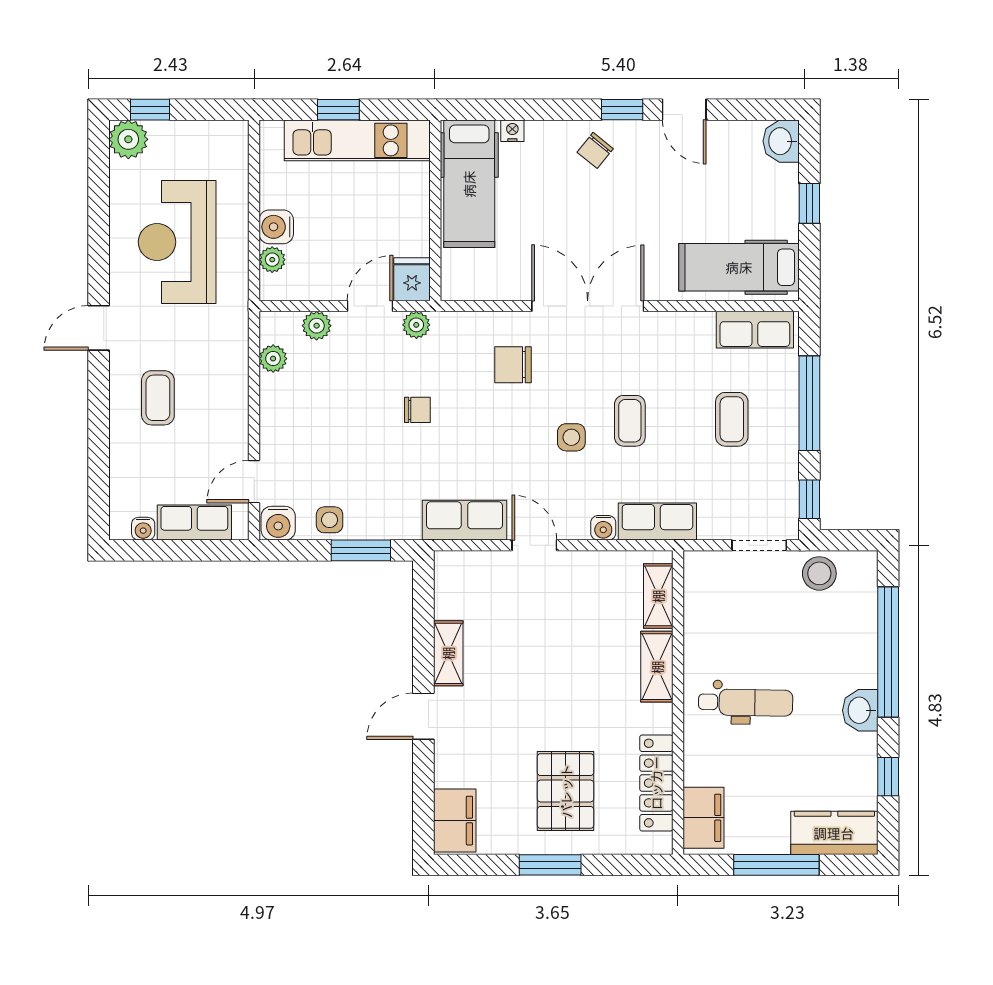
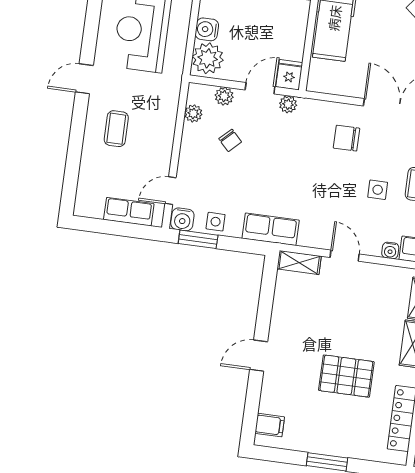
plant: (272, 260) -> (208, 58), width x1.88, depth x1.88
chair: (417, 410) -> (230, 140), moved, turned 46
row of seats: (464, 520) -> (271, 229), moved
water cooler: (143, 529) -> (95, 211), removed
window: (361, 550) -> (198, 239), moved
shelving: (448, 653) -> (299, 262), moved, turned 90
pallet: (566, 791) -> (346, 376), moved, turned 90
filing cabinet: (455, 821) -> (270, 425), width x0.50

